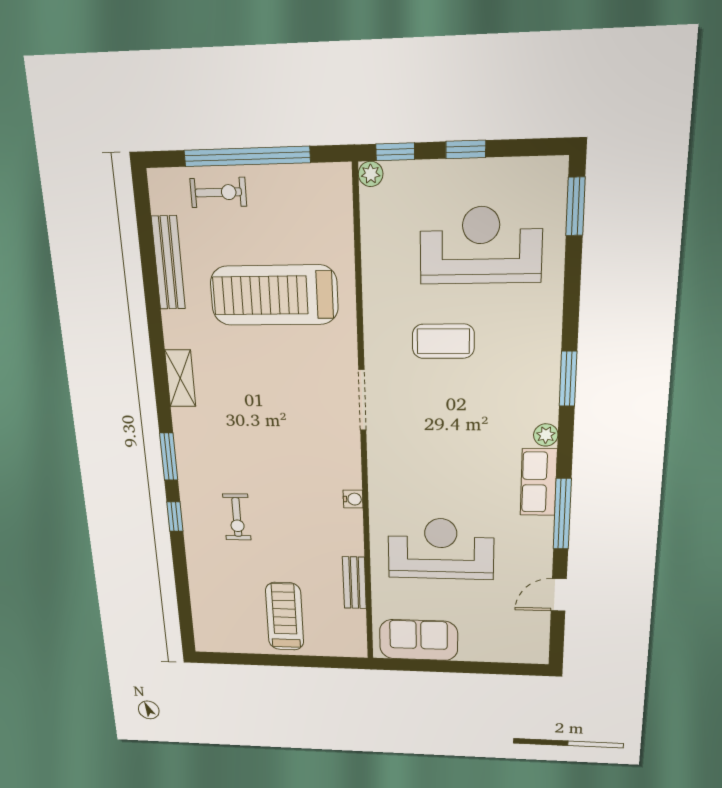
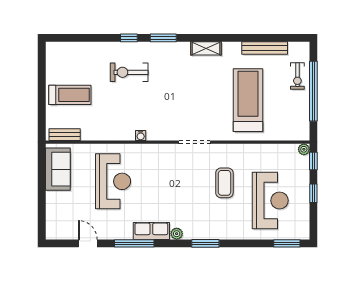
exercise bike: (237, 517) -> (129, 72), width x1.38, depth x1.39
bench: (354, 583) -> (65, 135), moved

